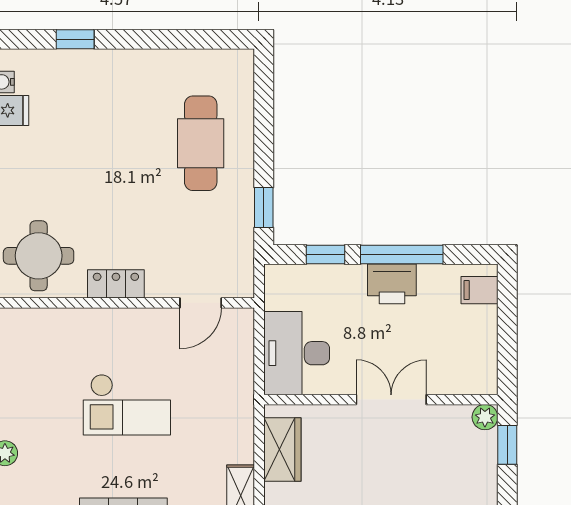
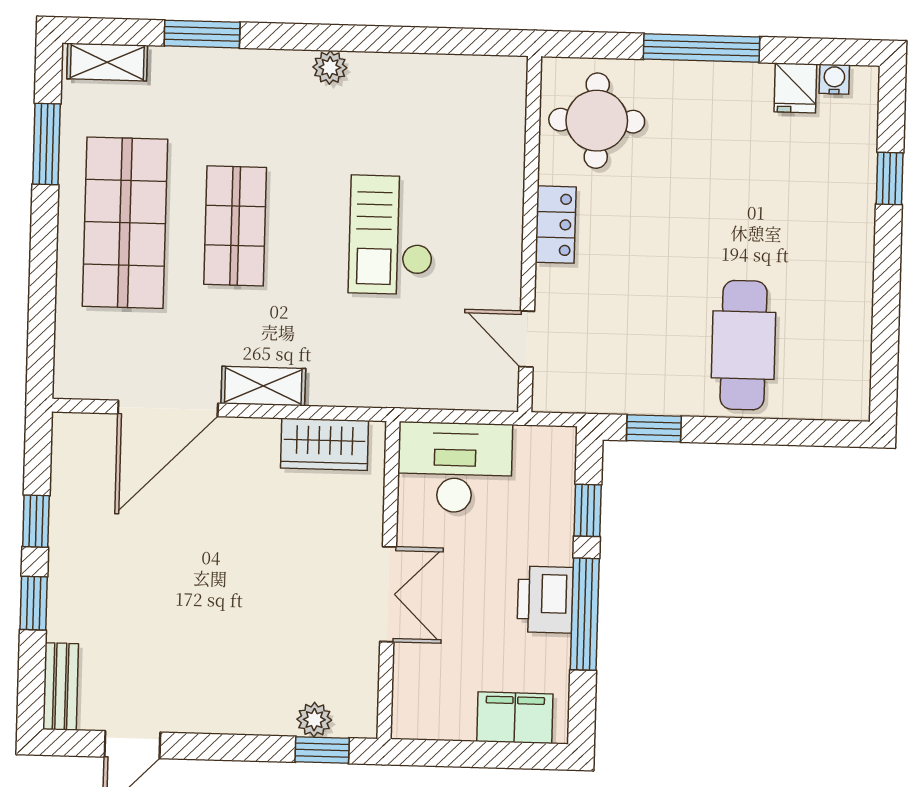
cafe table: (201, 143) -> (744, 345), turned 90
filing cabinet: (479, 290) -> (515, 718), width x2.00
plant: (485, 417) -> (314, 720), moved

